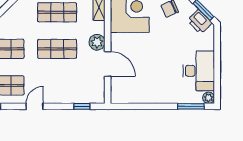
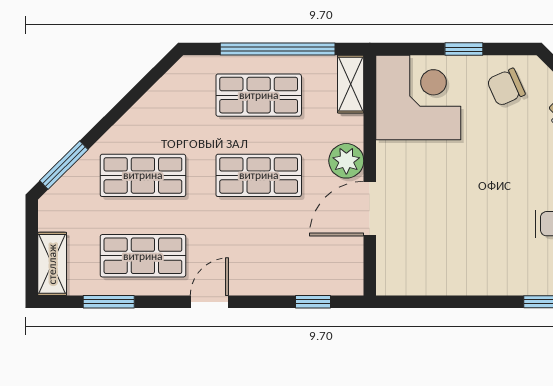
door: (108, 64) -> (370, 209), swing flipped

